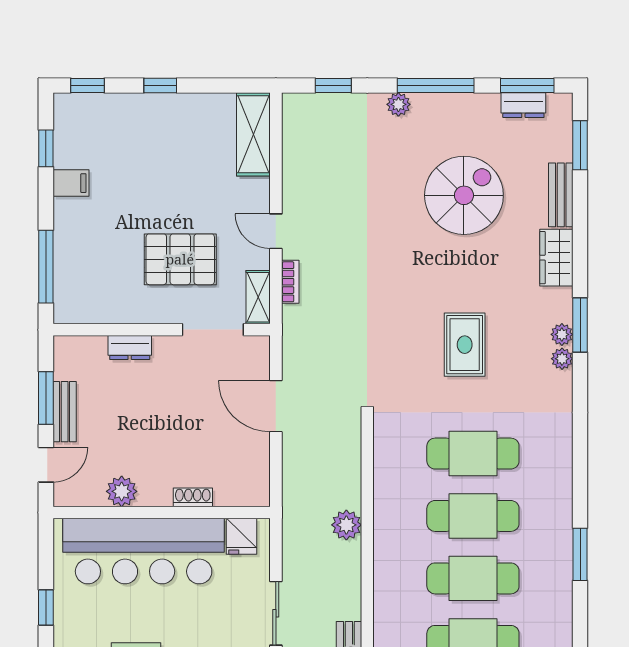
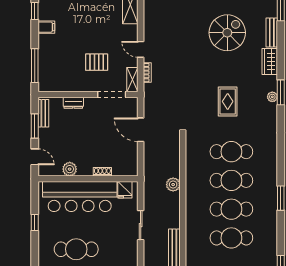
pallet: (180, 259) -> (97, 62), width x0.67, depth x0.71
plant: (562, 359) -> (272, 108), removed
bench: (65, 412) -> (43, 113), moved
door: (46, 465) -> (35, 157), hinge flipped

